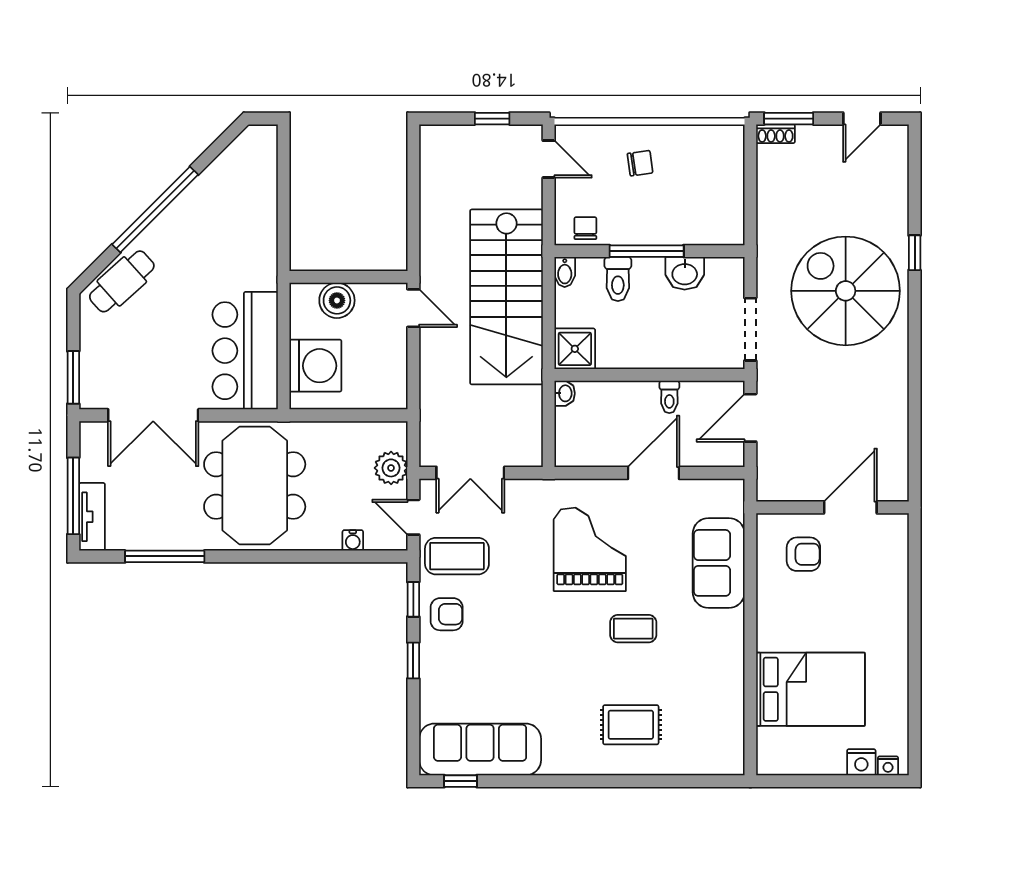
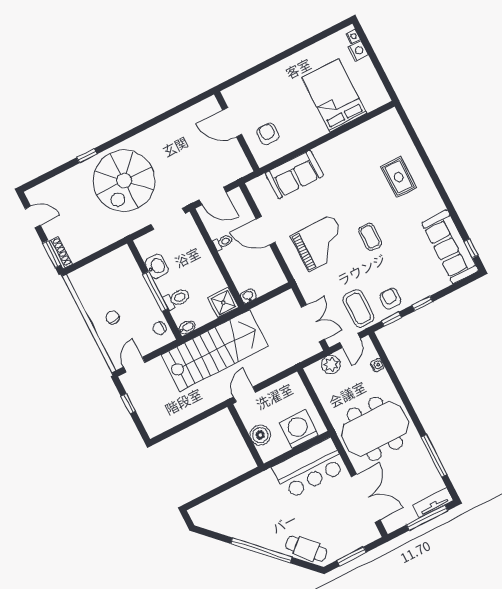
shoe rack: (776, 134) -> (61, 252), width x1.43
window: (73, 377) -> (352, 556), moved
grand piano: (590, 549) -> (321, 243), turned 180
coffee table: (633, 629) -> (370, 237), moved

